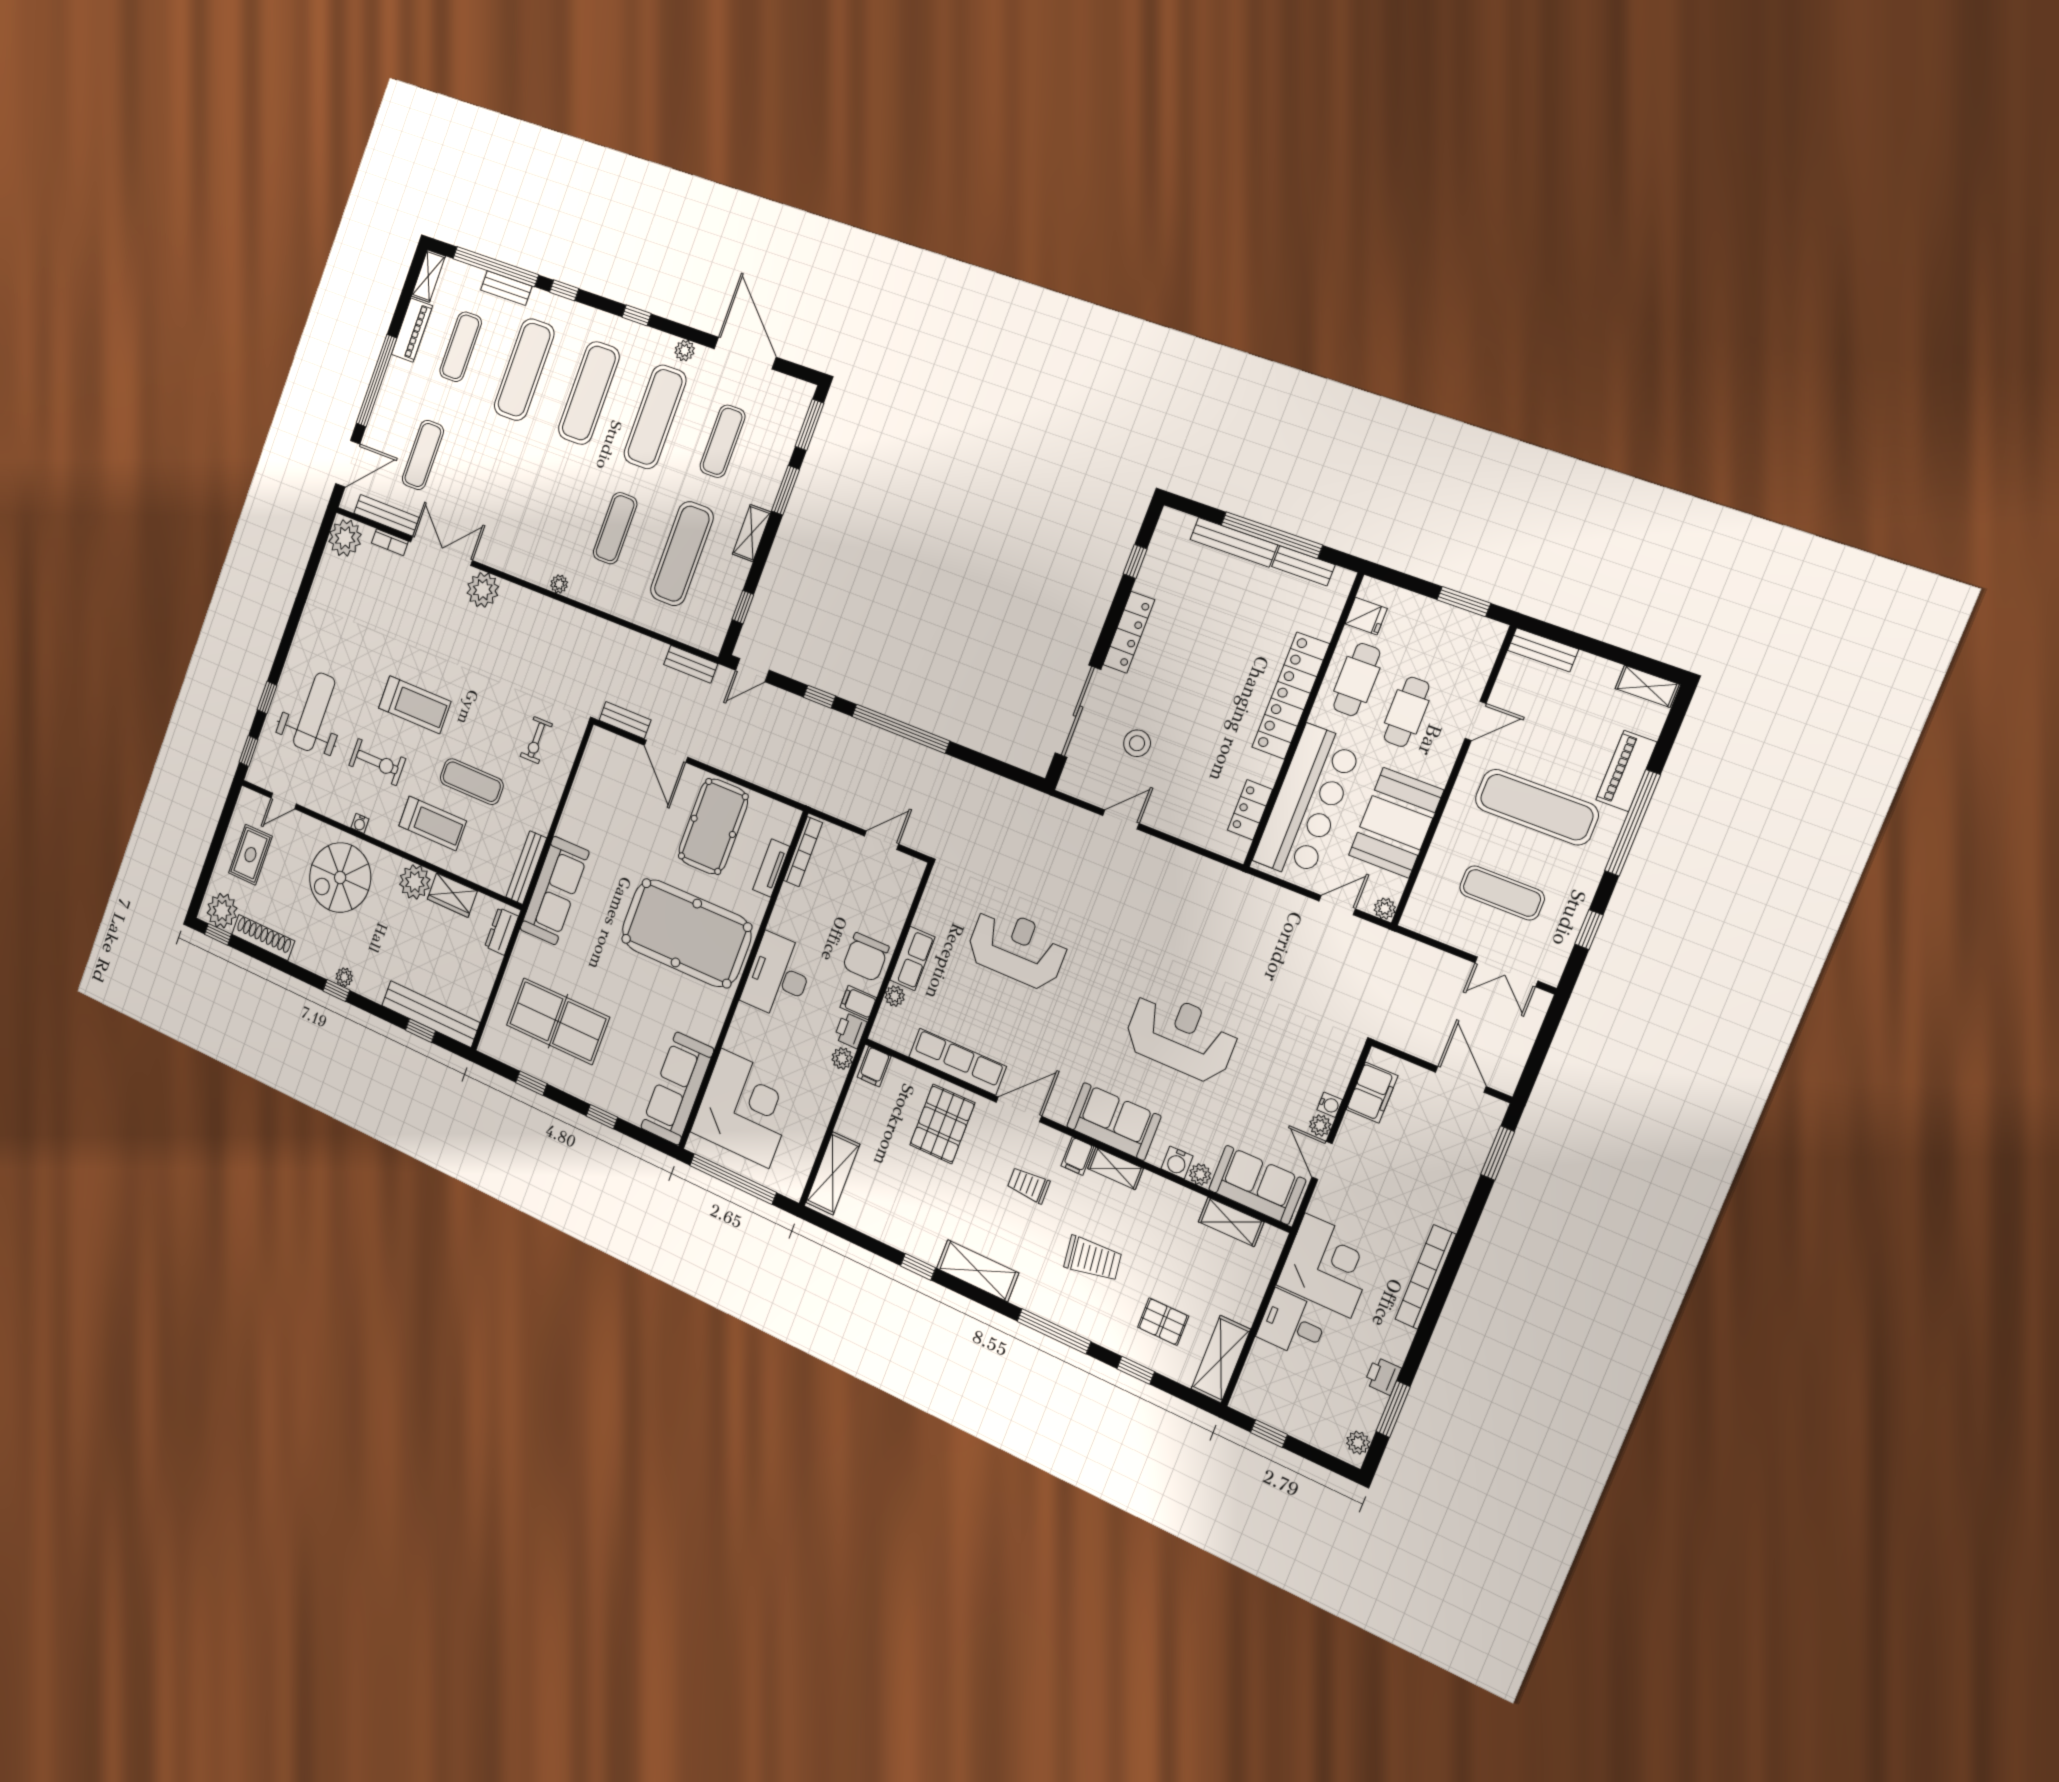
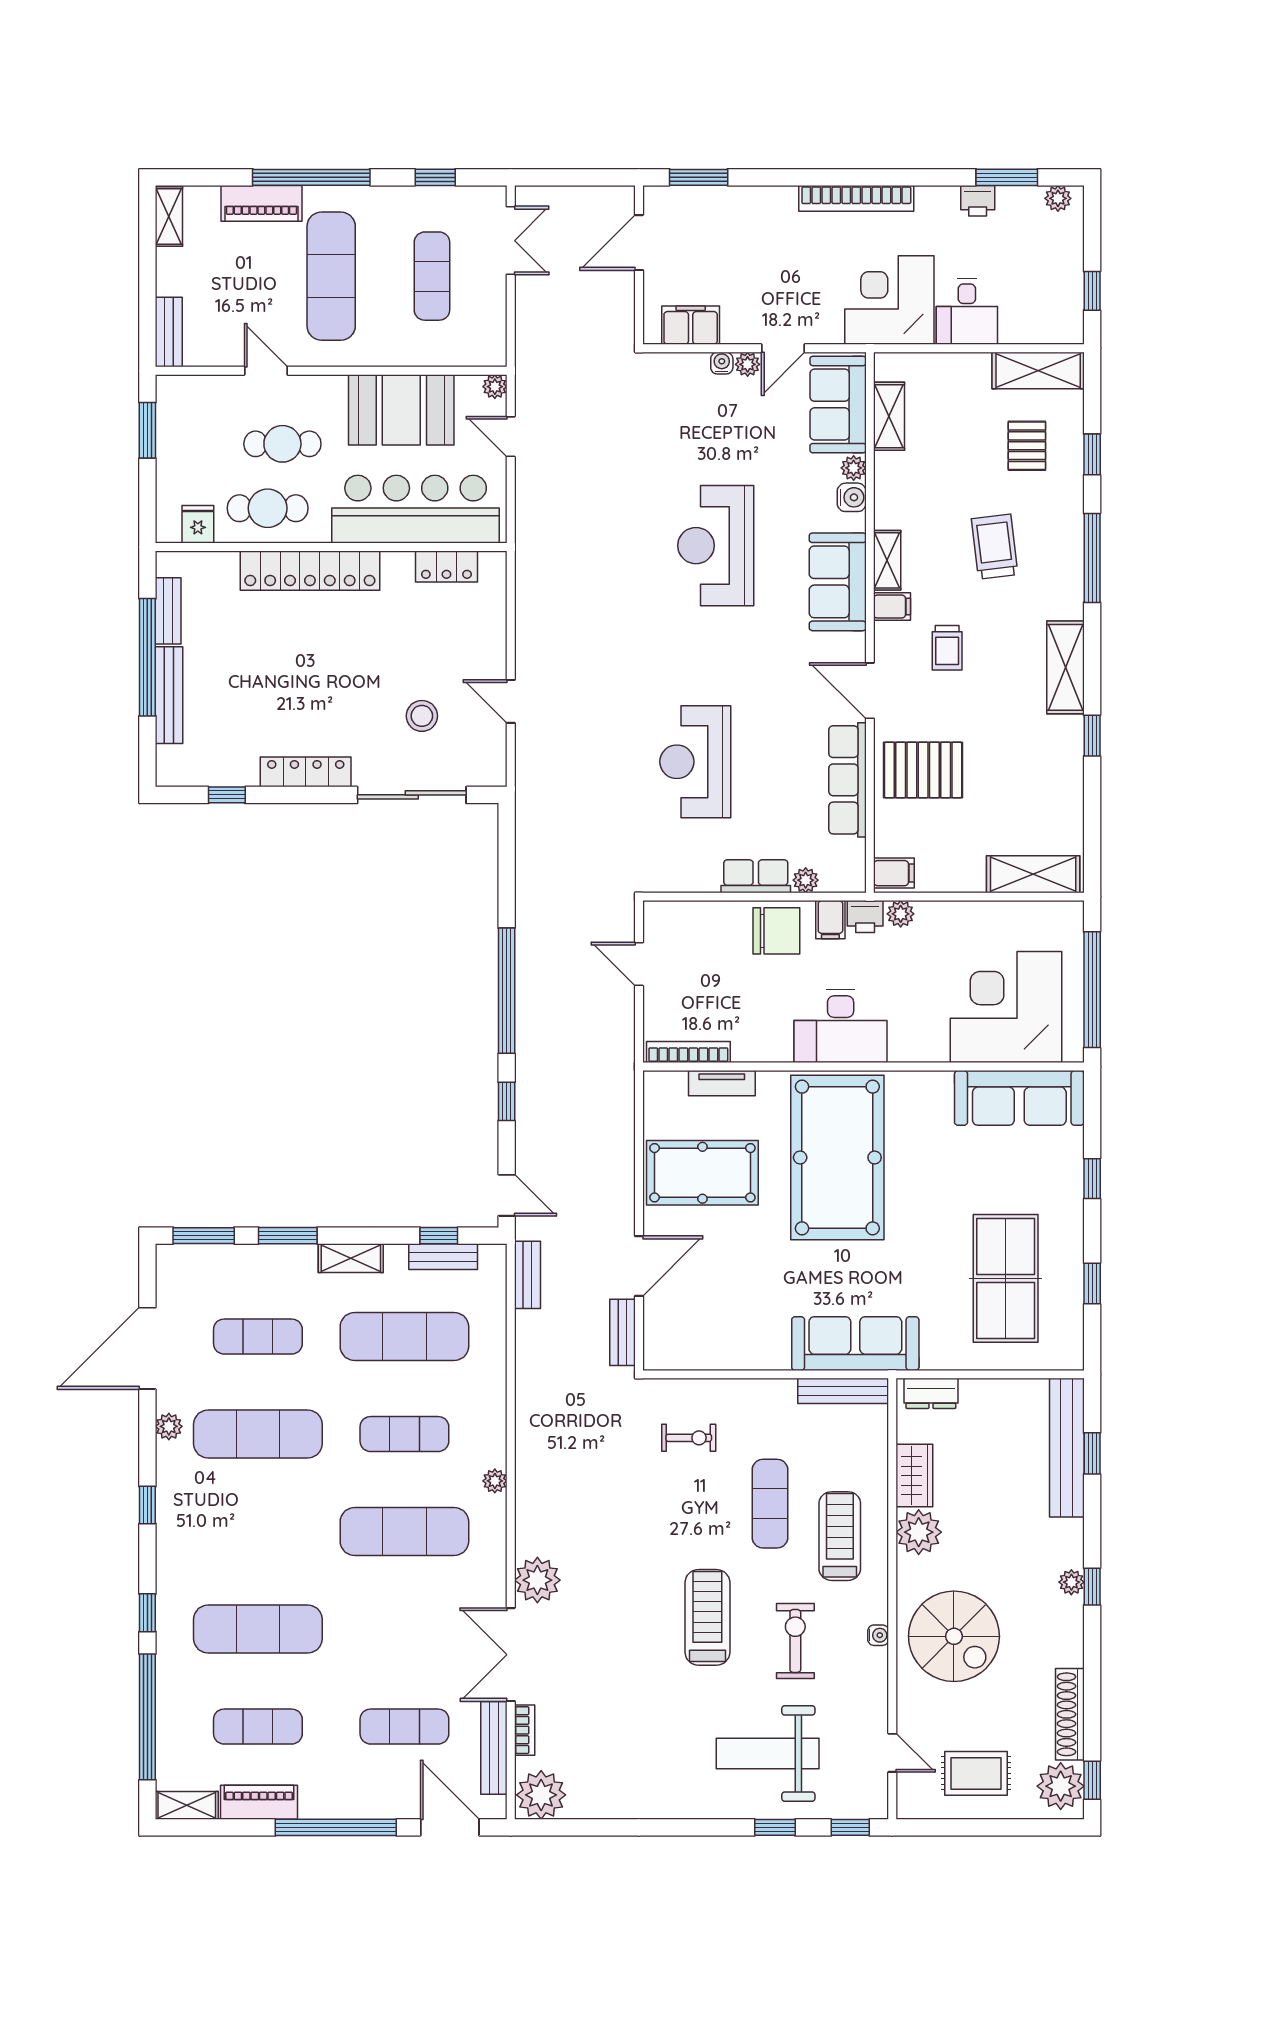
bench: (506, 288) -> (443, 1257), moved, turned 90
exercise mat: (589, 393) -> (404, 1532), moved

